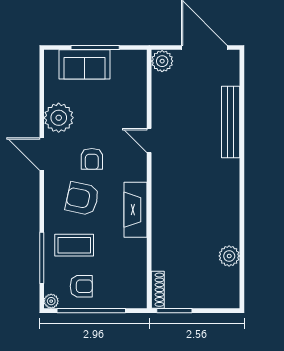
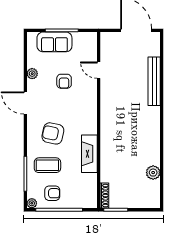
plant: (162, 61) -> (107, 40), removed
plant: (59, 118) -> (32, 74), width x0.53, depth x0.53
door: (149, 141) -> (99, 70), moved
armchair: (92, 159) -> (64, 81), moved
fireplace: (136, 210) -> (89, 154), moved

